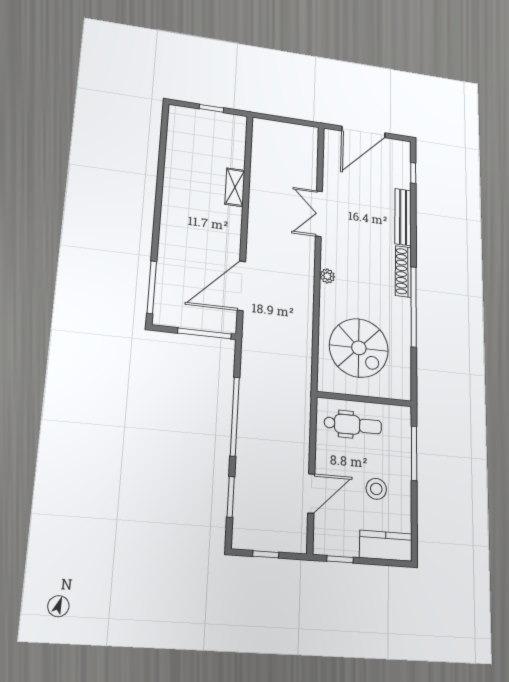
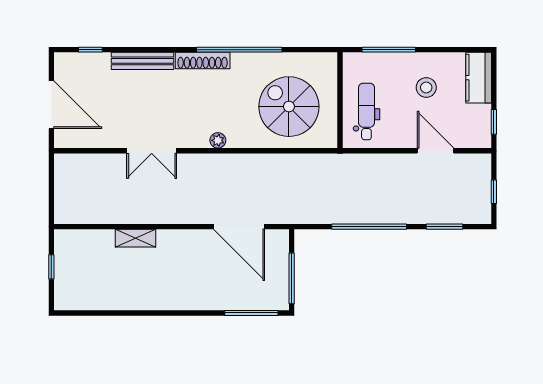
window: (205, 333) -> (292, 278), moved
spiral stairs: (359, 348) -> (289, 107), turned -90

